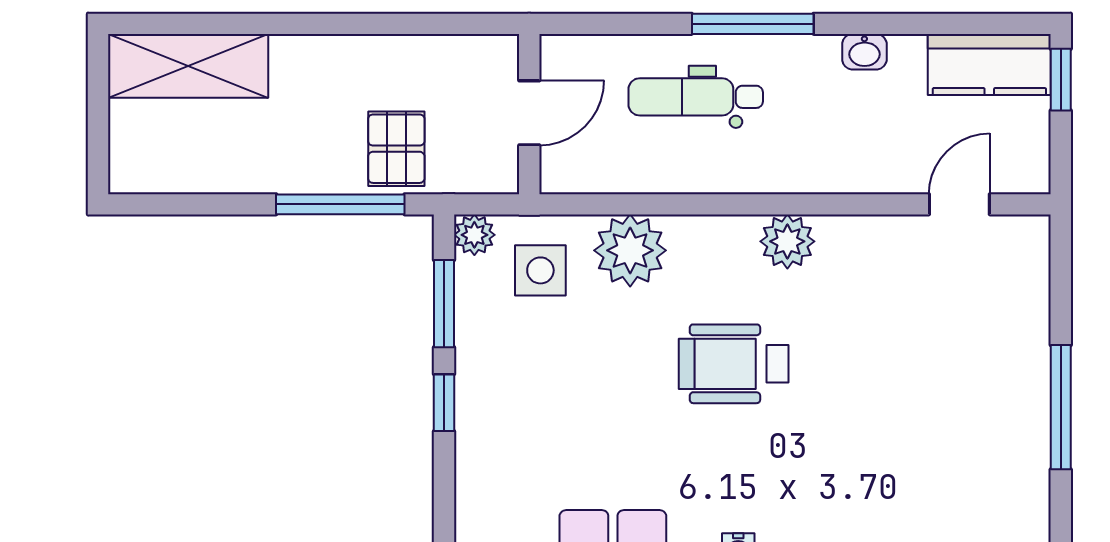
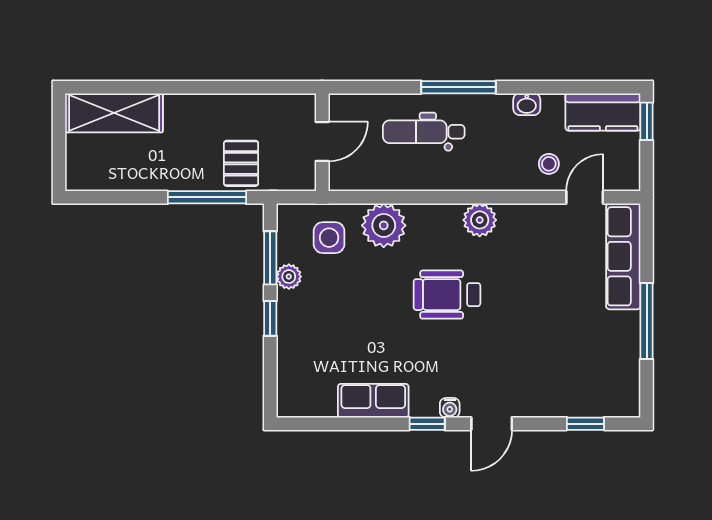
stool: (901, 150) -> (549, 164), added
plant: (474, 235) -> (289, 277), moved
row of seats: (1023, 301) -> (623, 256), added

